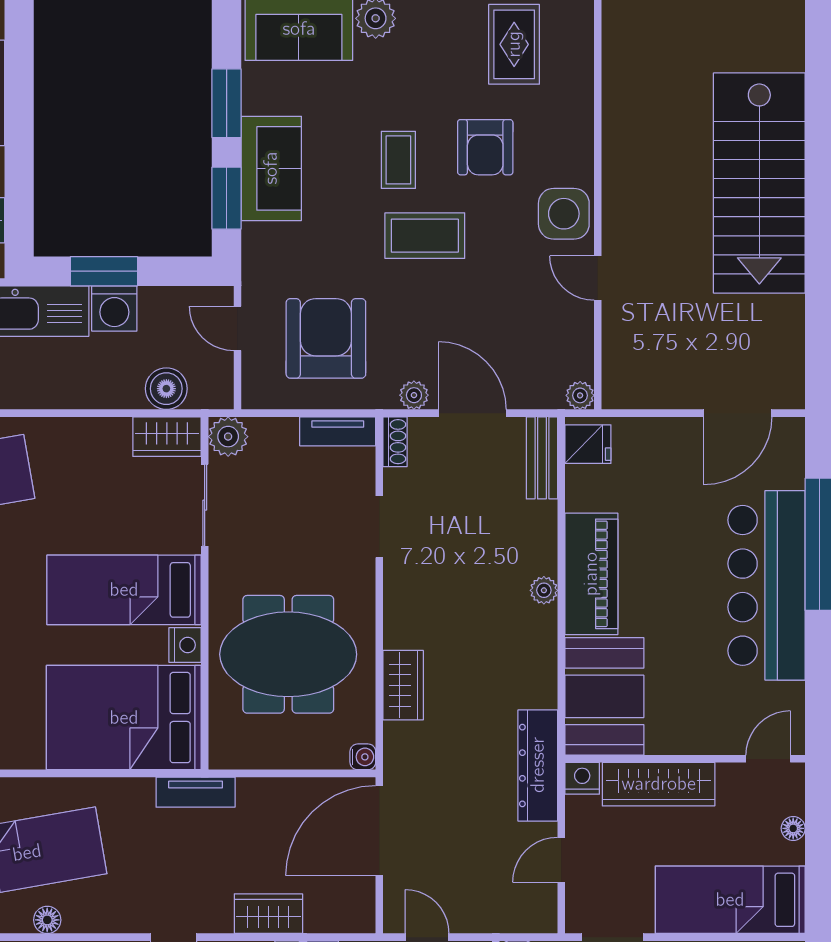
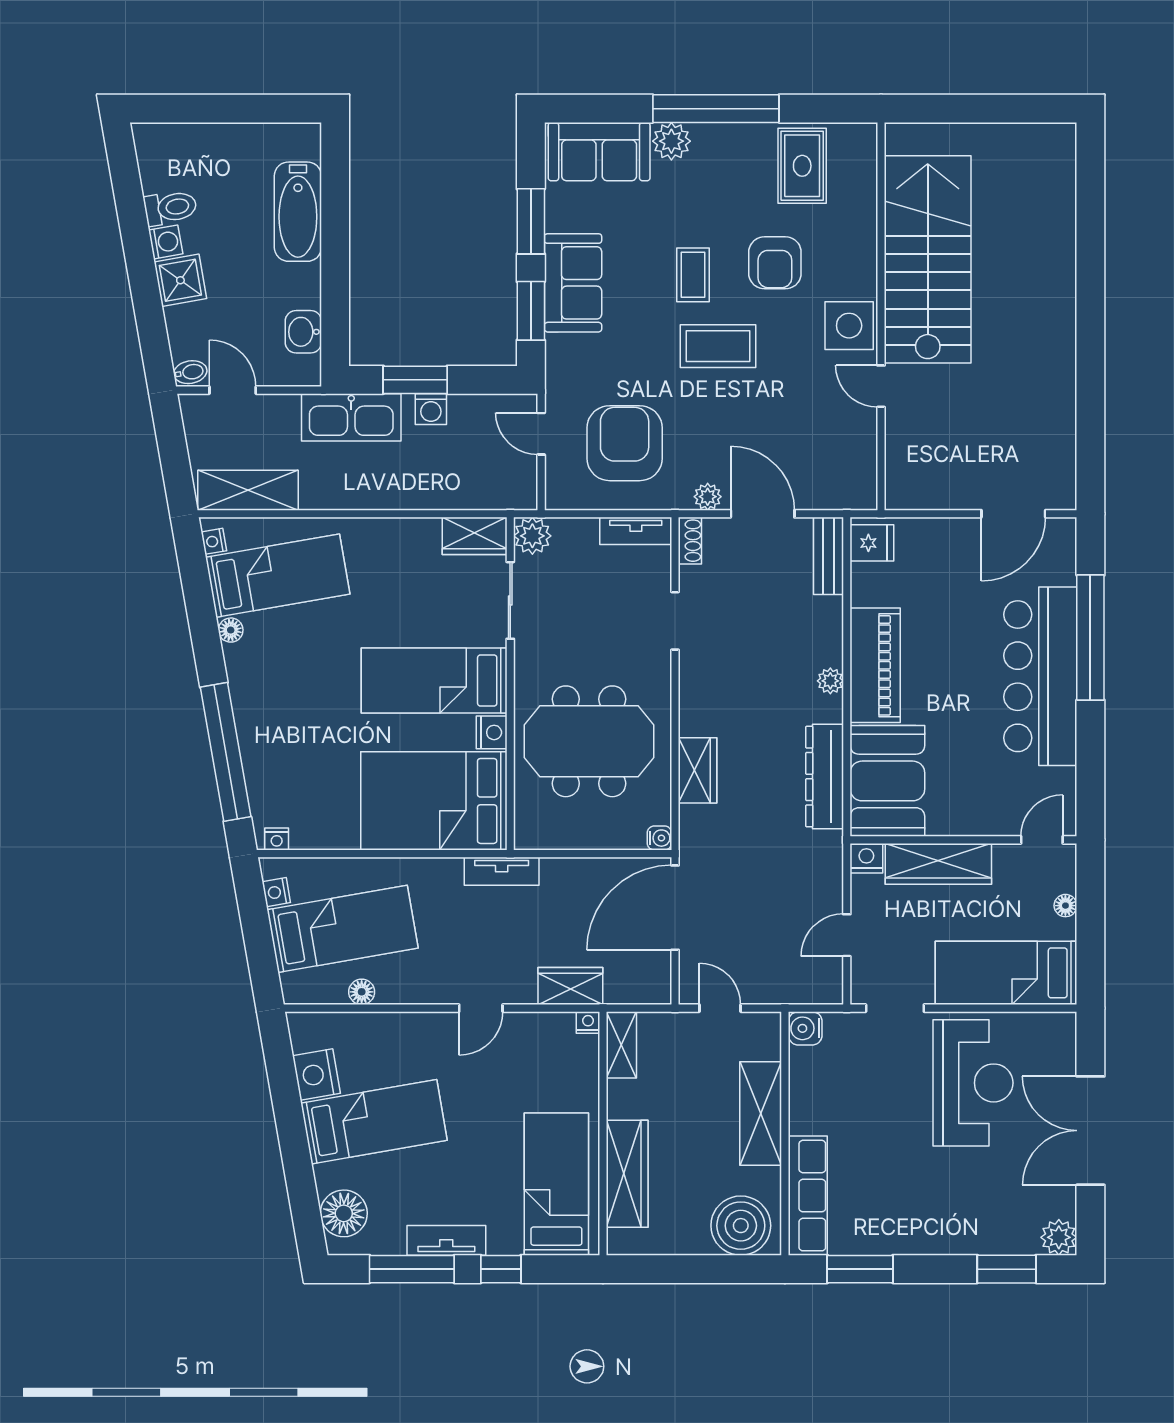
stairs: (759, 183) -> (928, 259), moved, turned 180
washing machine: (114, 308) -> (431, 409), width x0.73, depth x0.73
boiler: (166, 389) -> (474, 491), removed
plant: (580, 395) -> (864, 497), removed
dresser: (538, 765) -> (825, 777), moved

